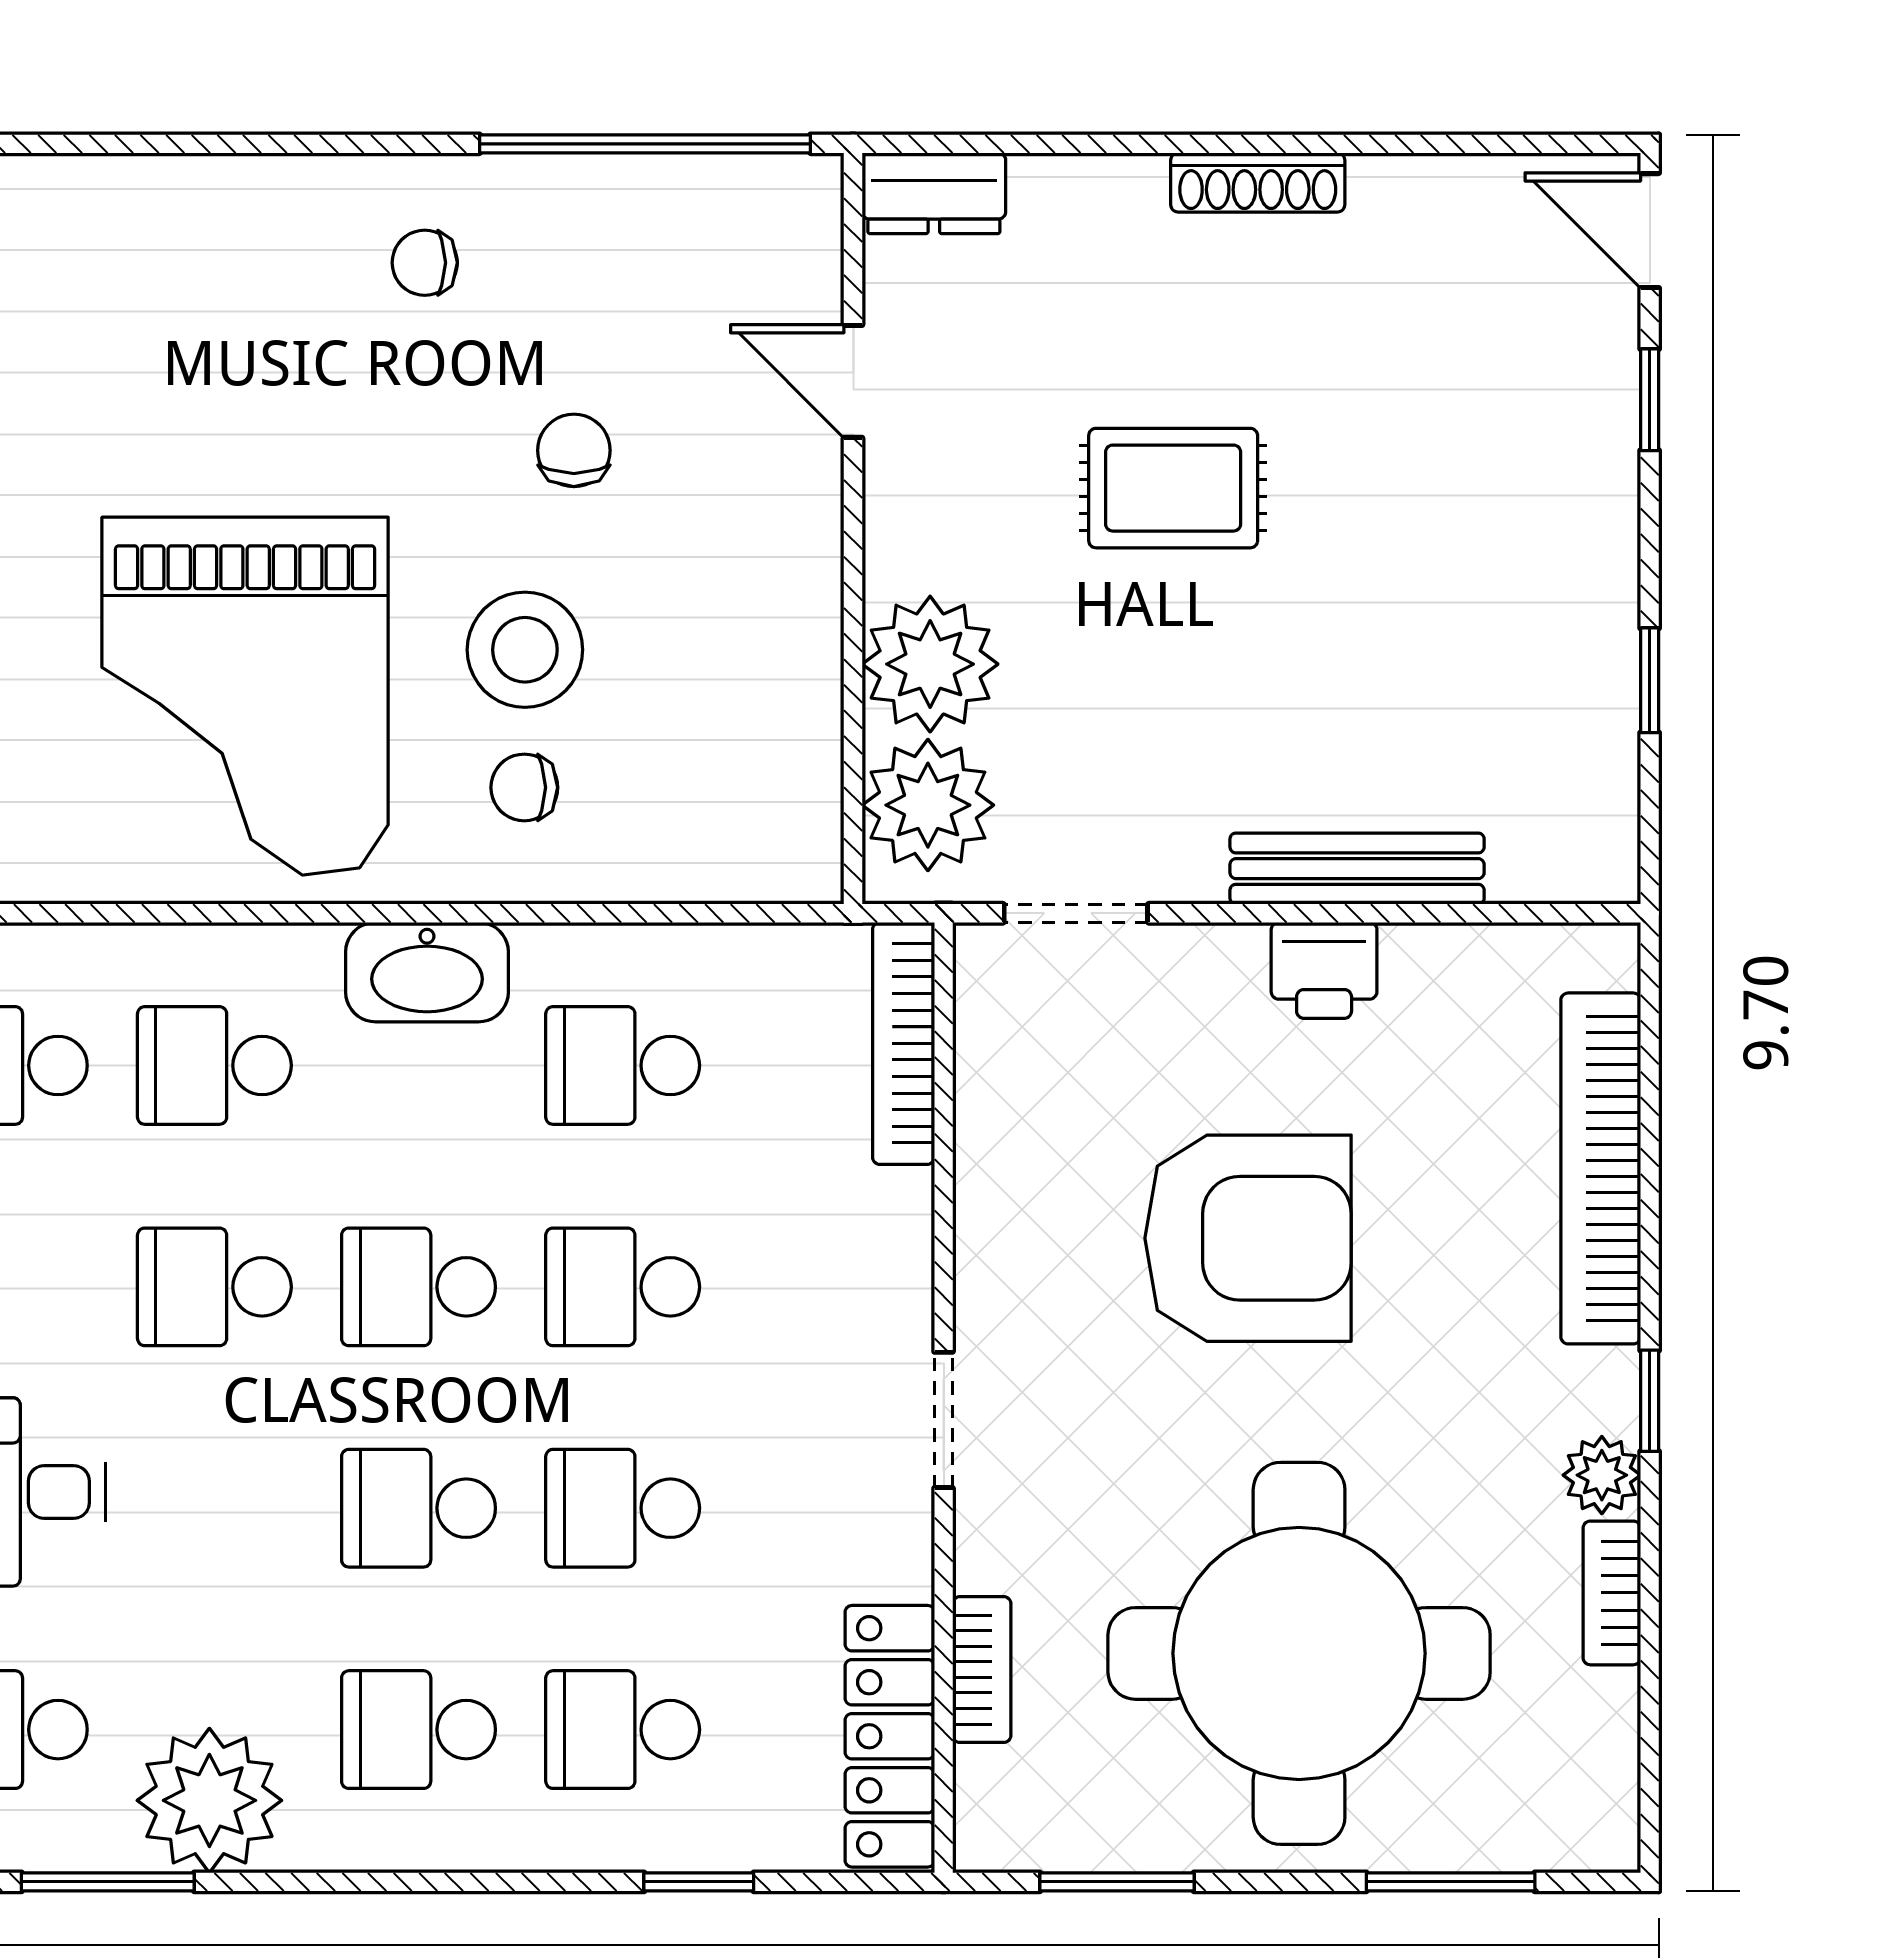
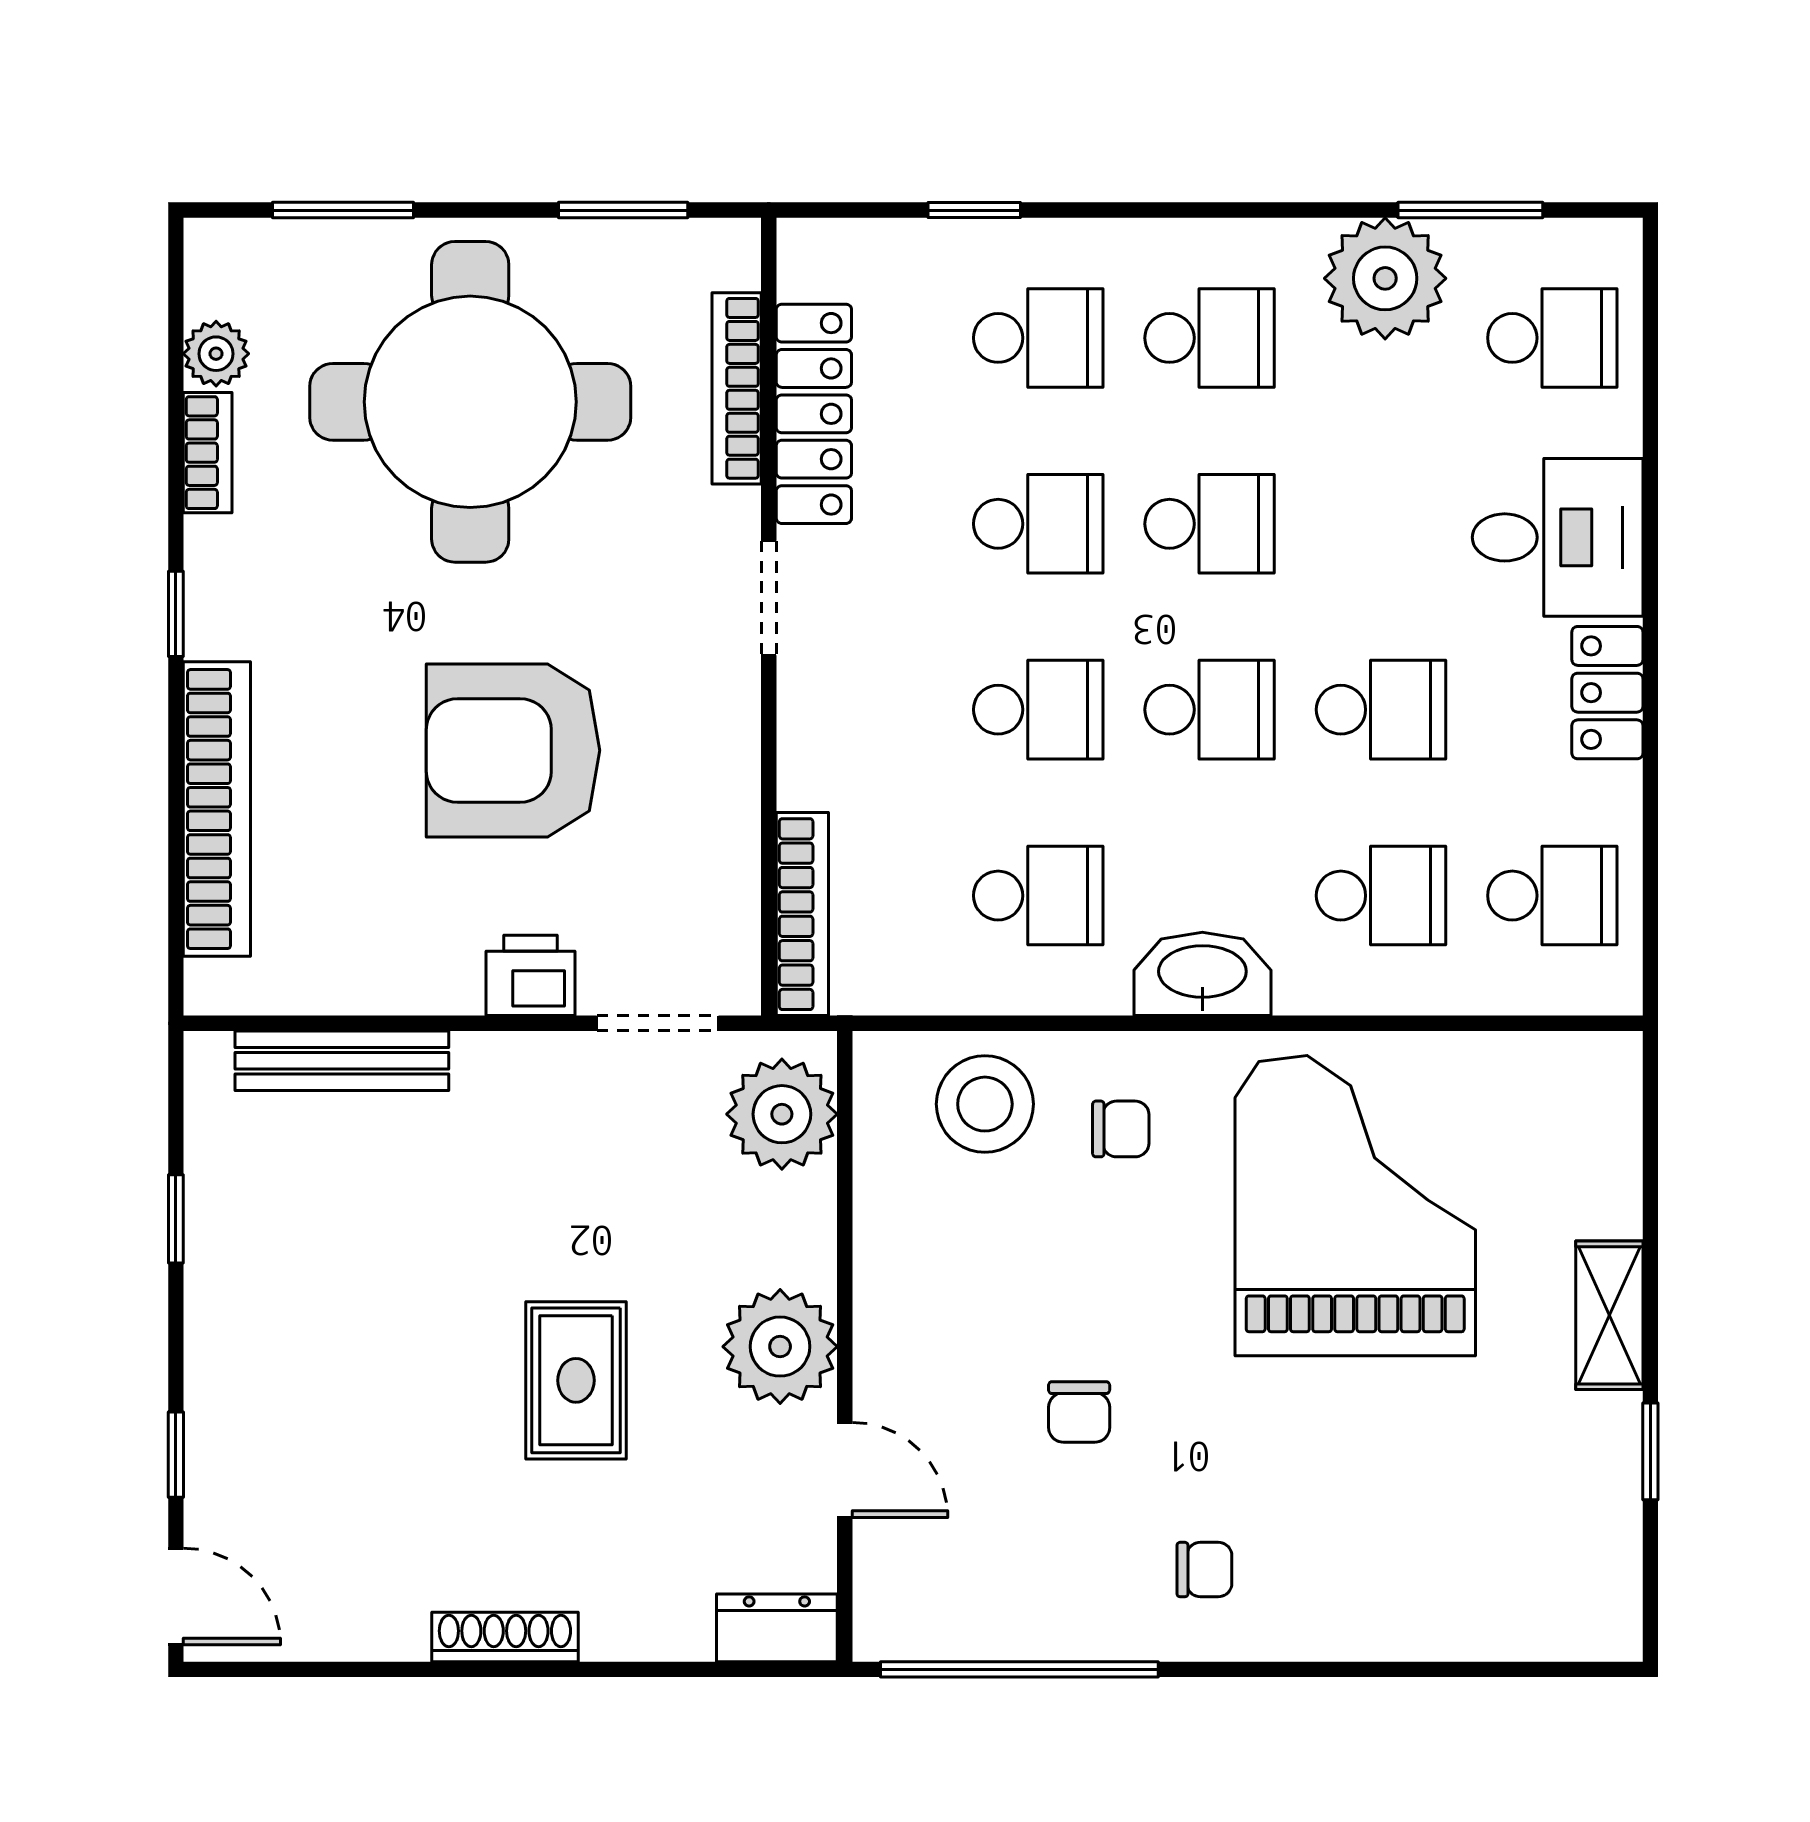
rug: (1173, 488) -> (576, 1380), turned 90
stool: (525, 650) -> (985, 1104), moved
plant: (930, 664) -> (780, 1347), moved
bench: (1357, 869) -> (342, 1061), moved
printer: (1324, 970) -> (531, 975), moved
plant: (1602, 1475) -> (216, 354), moved
bookcase: (982, 1670) -> (737, 388), width x1.56
locker: (890, 1736) -> (814, 414), moved

